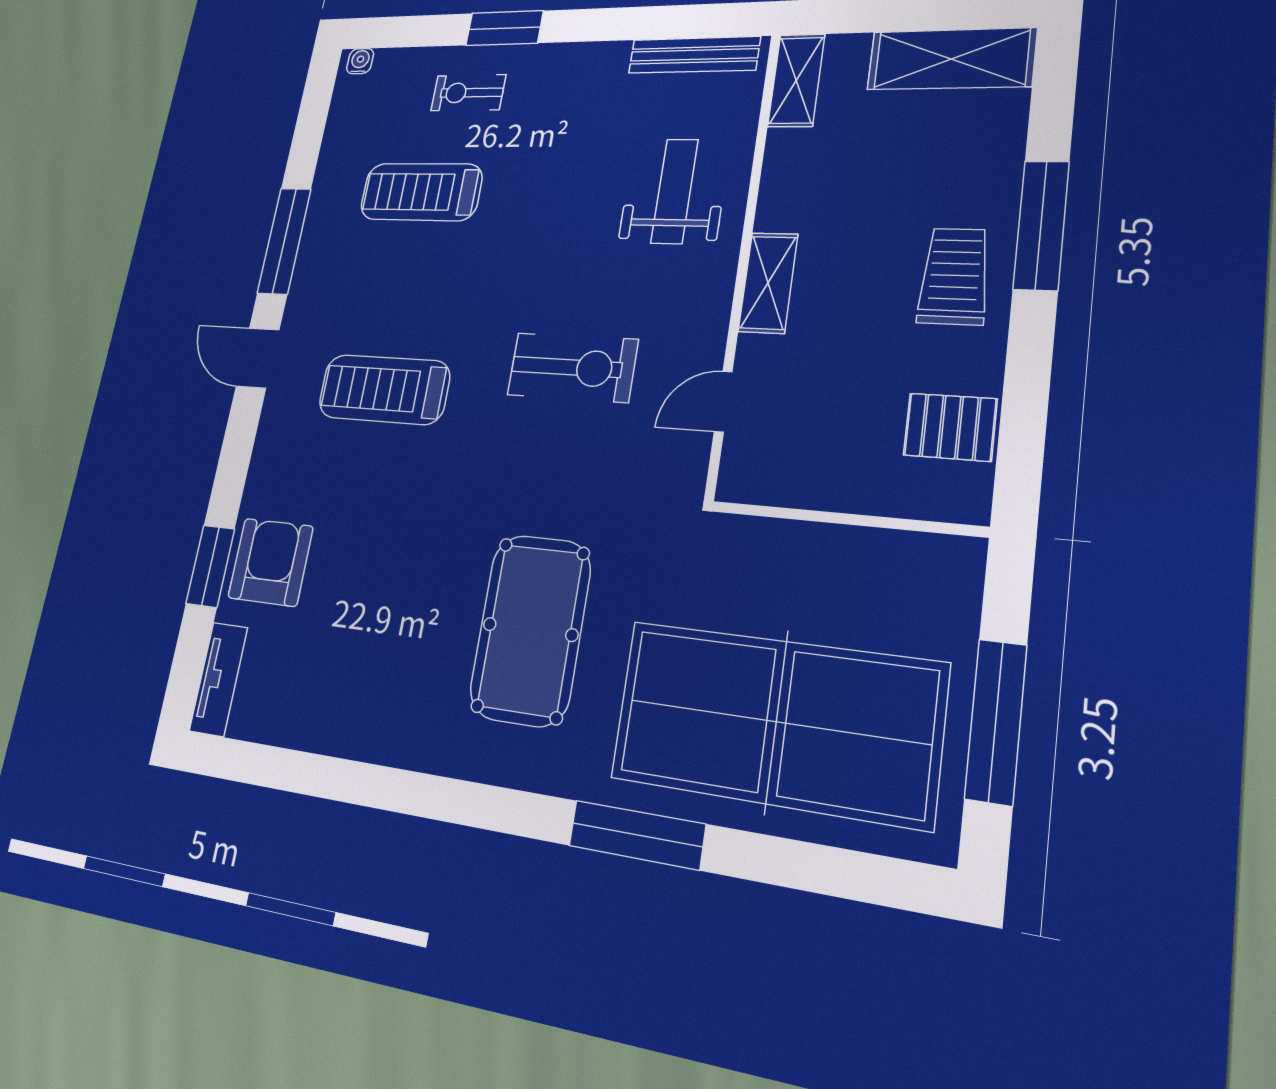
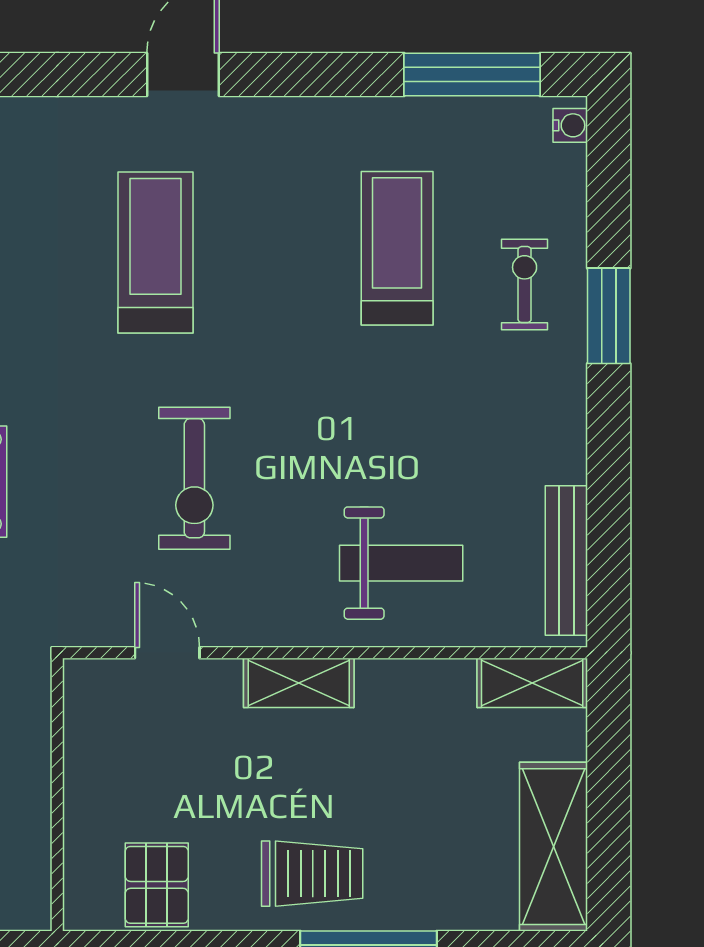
window: (284, 241) -> (472, 74), moved

